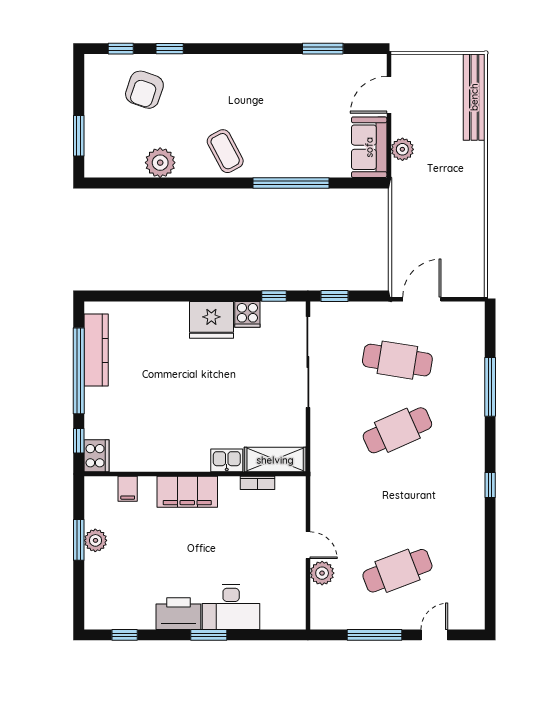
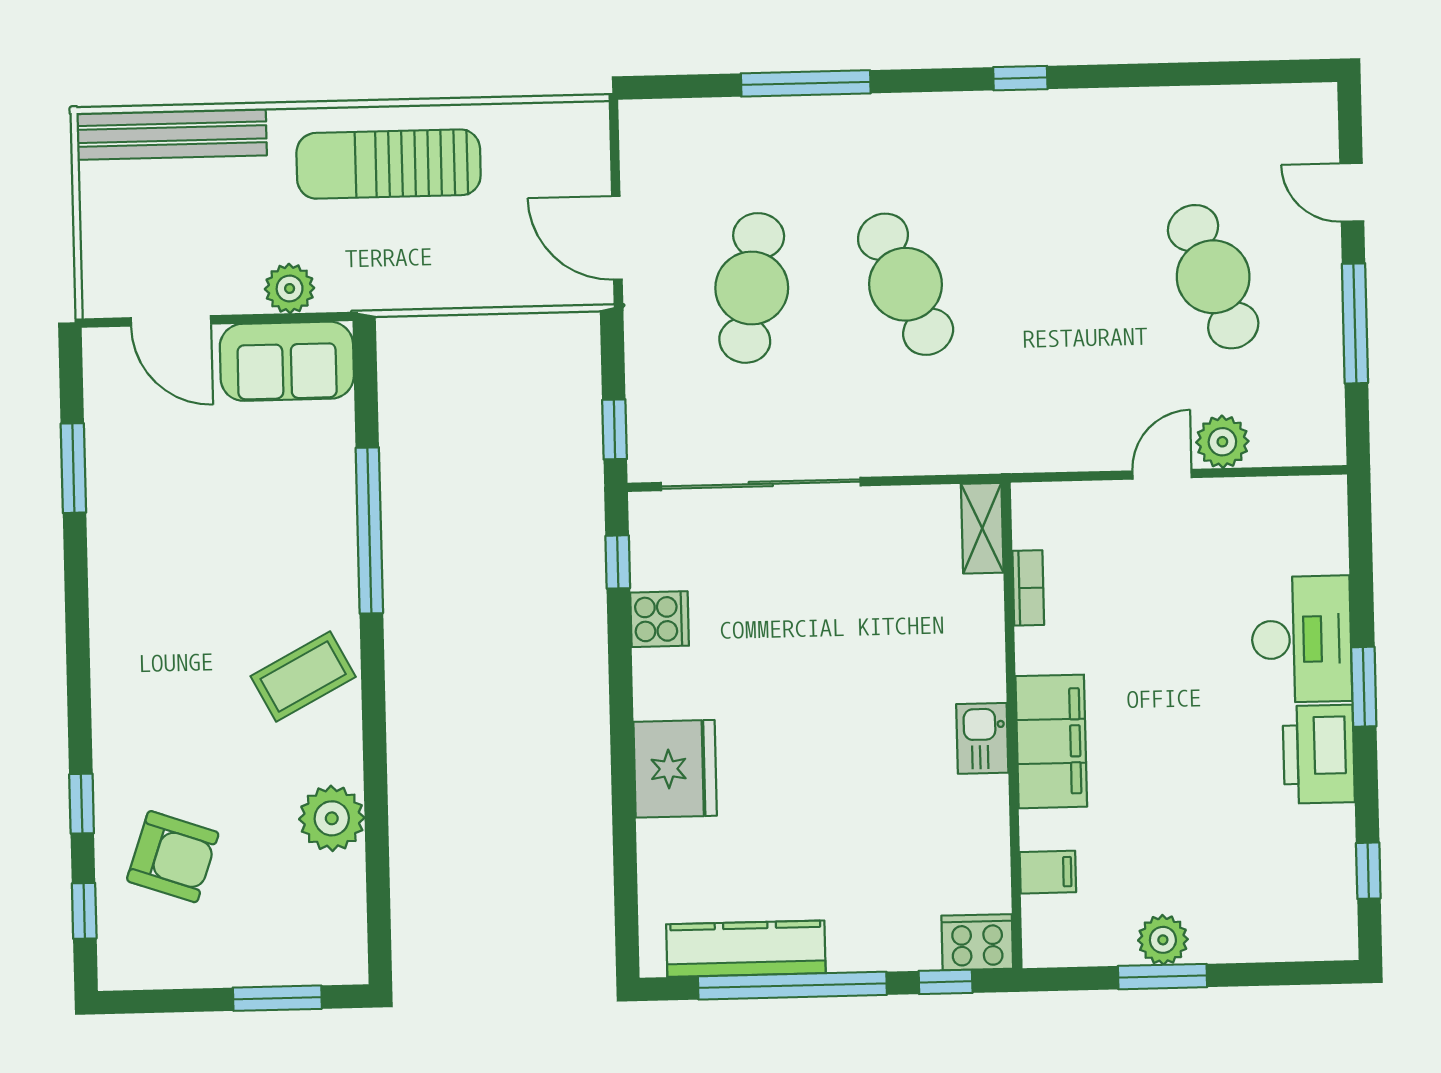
sun lounger: (458, 196) -> (389, 164), added
fridge: (211, 320) -> (675, 769), moved
kitchen sink: (227, 460) -> (982, 738), moved
shelving: (275, 460) -> (982, 528), width x0.67, depth x0.75

